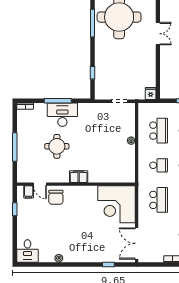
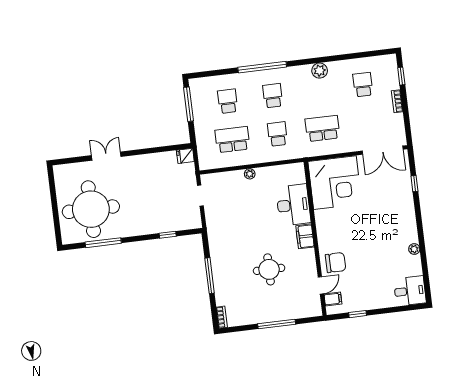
desk: (62, 115) -> (293, 205), moved, turned 180

